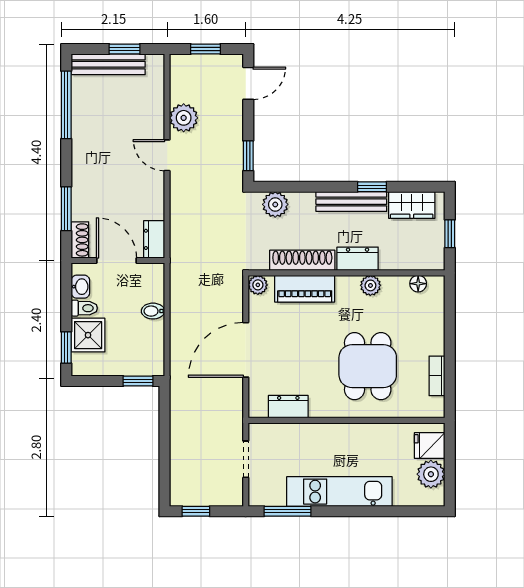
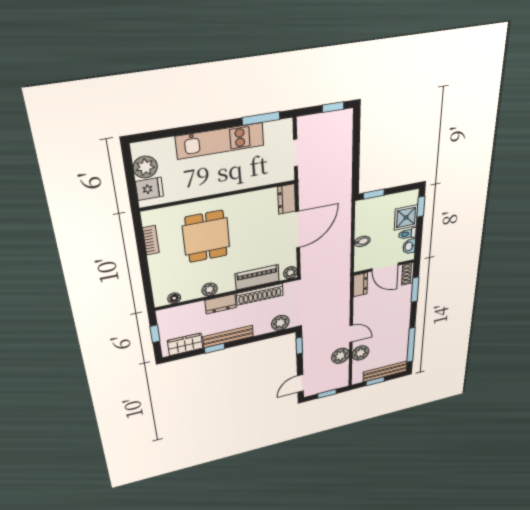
plant: (151, 114) -> (360, 353), added
dresser: (288, 407) -> (287, 199), moved, turned 90

